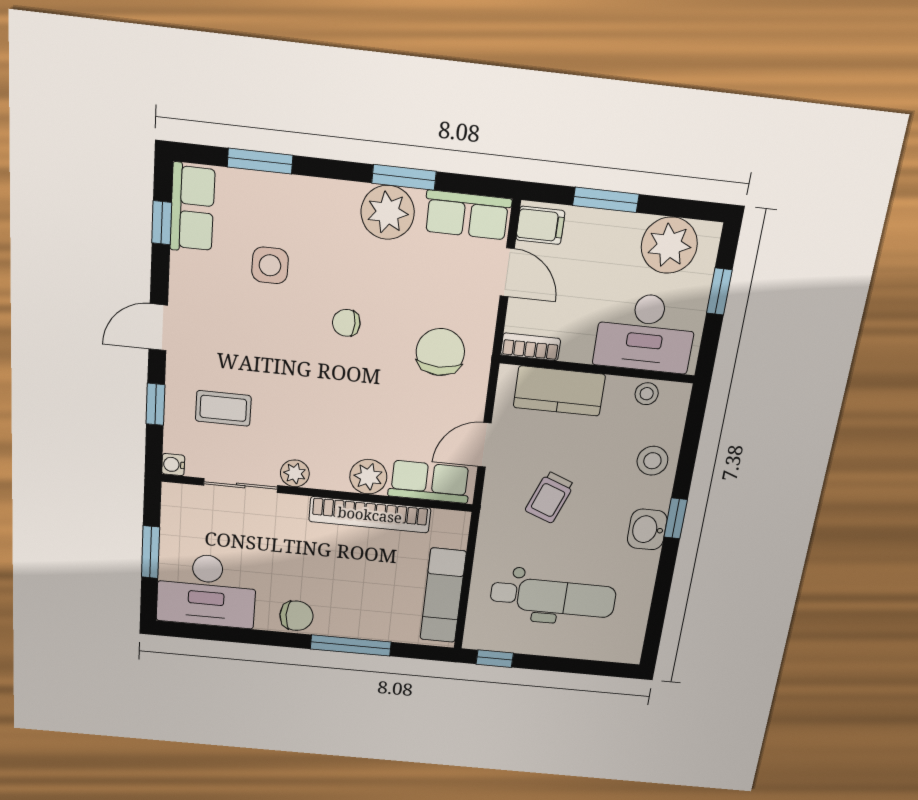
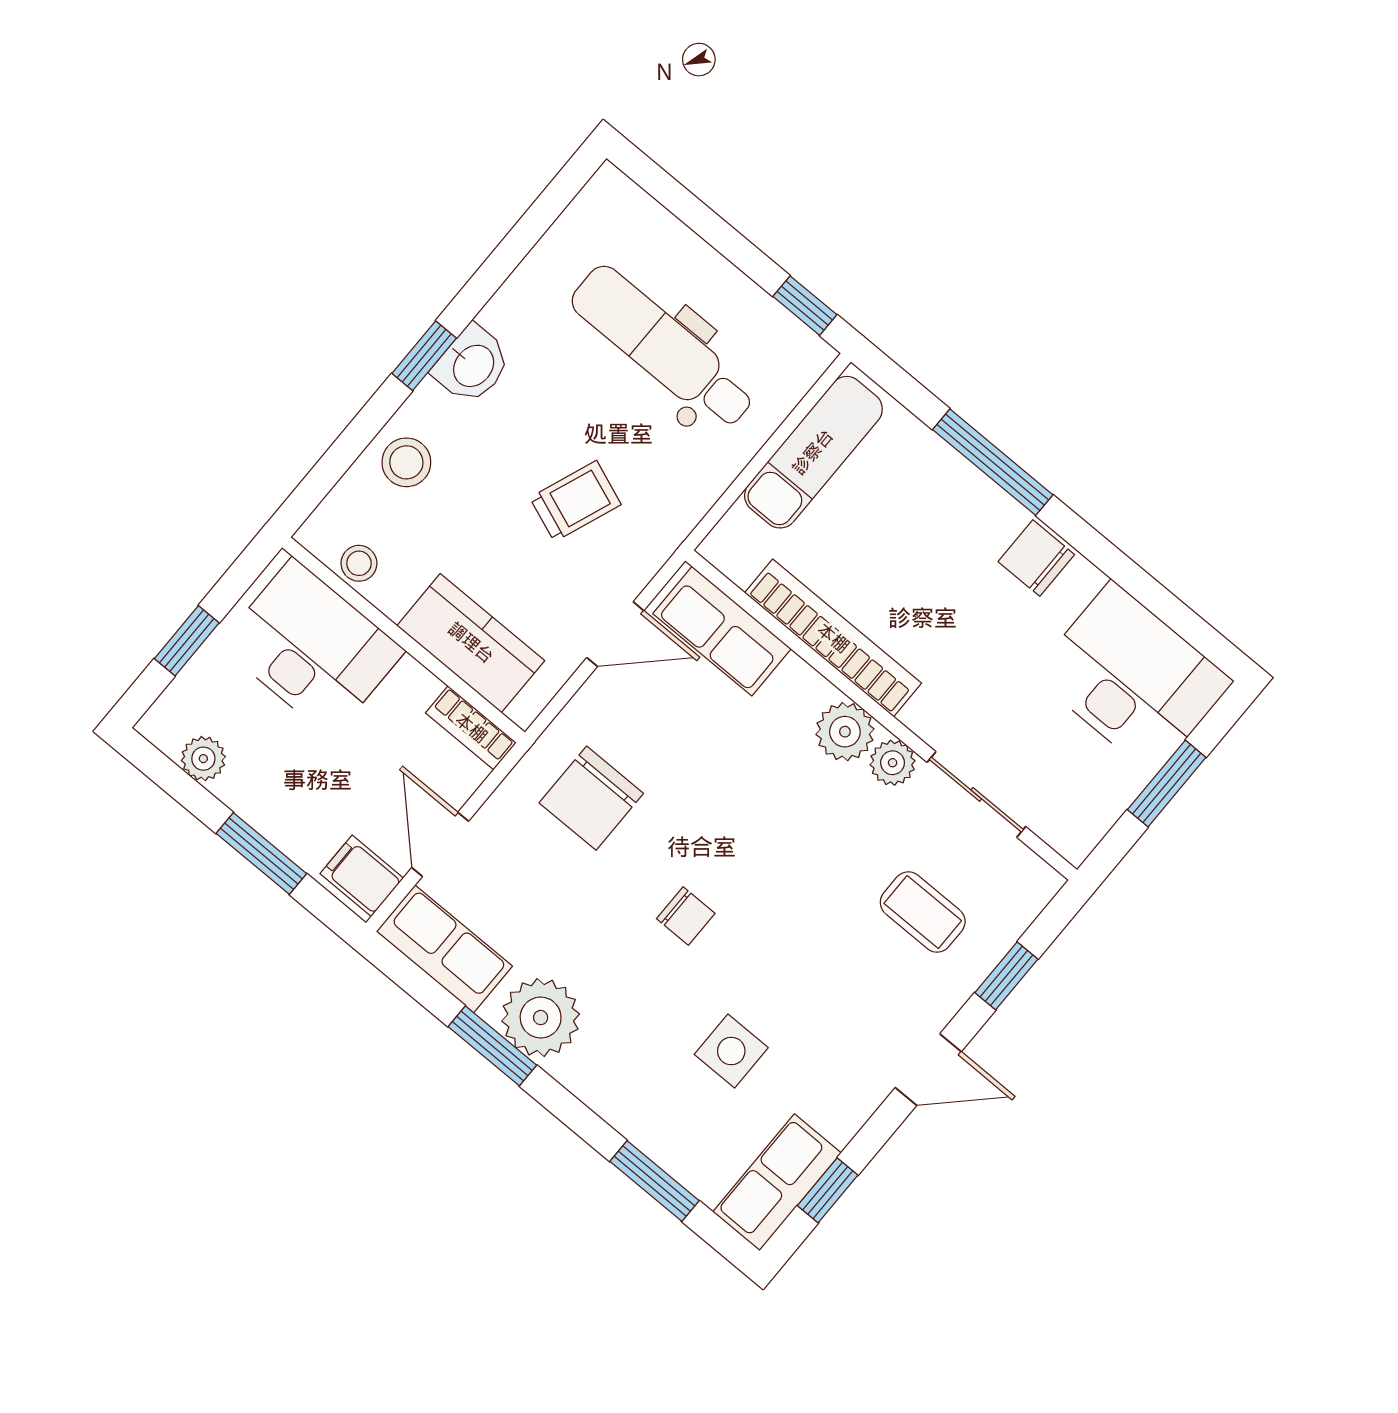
plant: (669, 245) -> (203, 759), width x0.53, depth x0.53
water cooler: (173, 465) -> (1044, 882), removed
plant: (368, 477) -> (845, 732), moved

